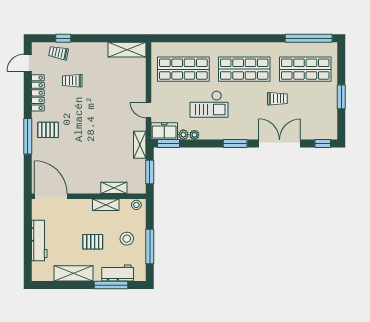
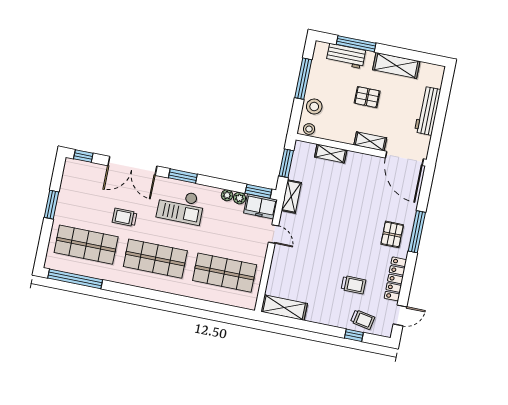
checkout: (209, 104) -> (181, 206), moved, turned 180
pallet: (48, 130) -> (392, 234), turned 90
shelving: (106, 205) -> (370, 141), moved
stool: (127, 239) -> (314, 106), moved

